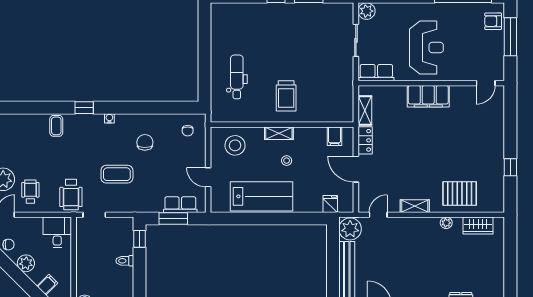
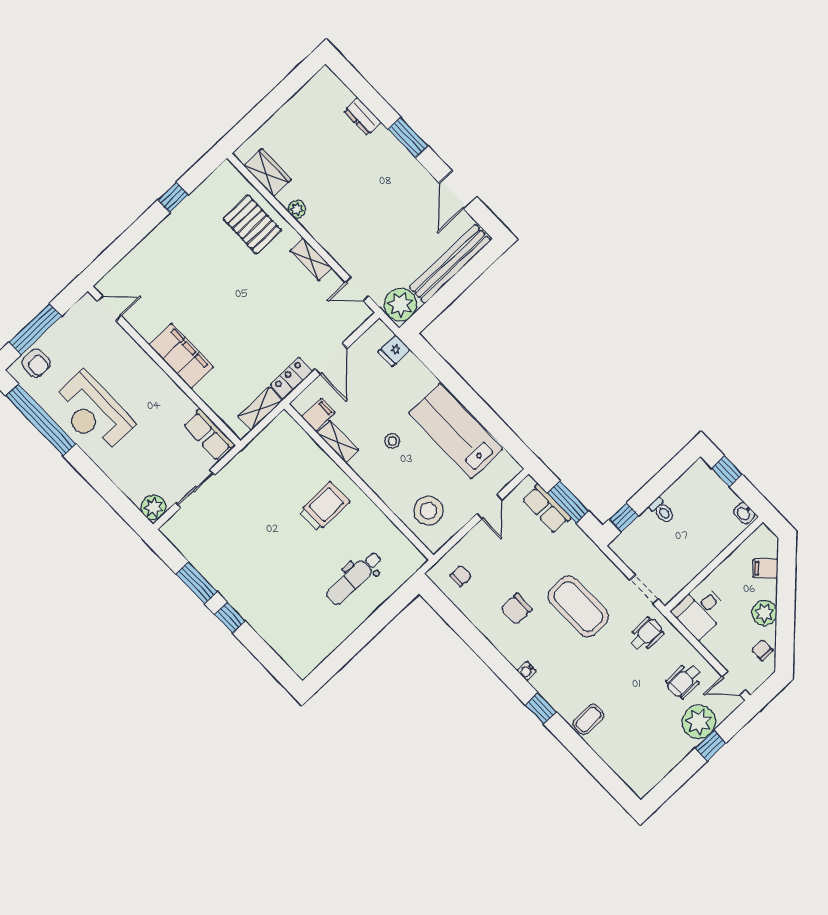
reception desk: (426, 48) -> (93, 413), moved, turned -90
shelving: (279, 133) -> (338, 442), moved
coffee table: (117, 174) -> (578, 607), width x1.36, depth x1.32
wheelchair: (71, 195) -> (646, 635), width x0.73, depth x0.73

